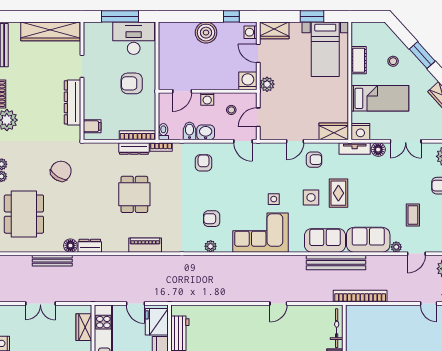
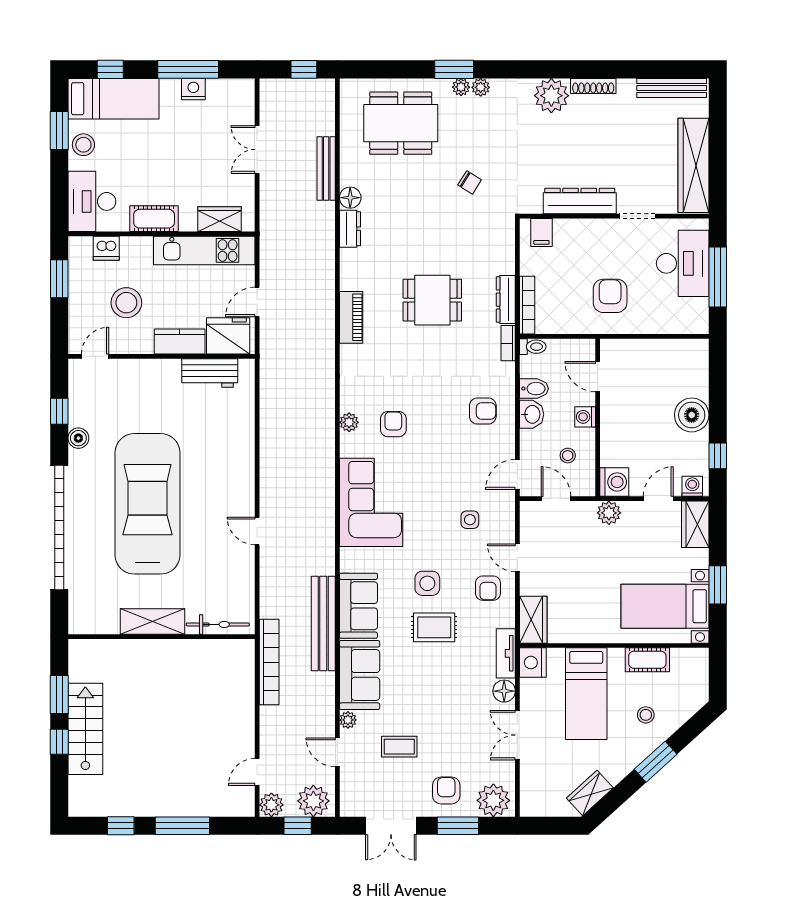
desk: (134, 38) -> (683, 263), moved
chair: (61, 171) -> (470, 182), width x0.54, depth x0.54
side table: (274, 199) -> (470, 520), moved

